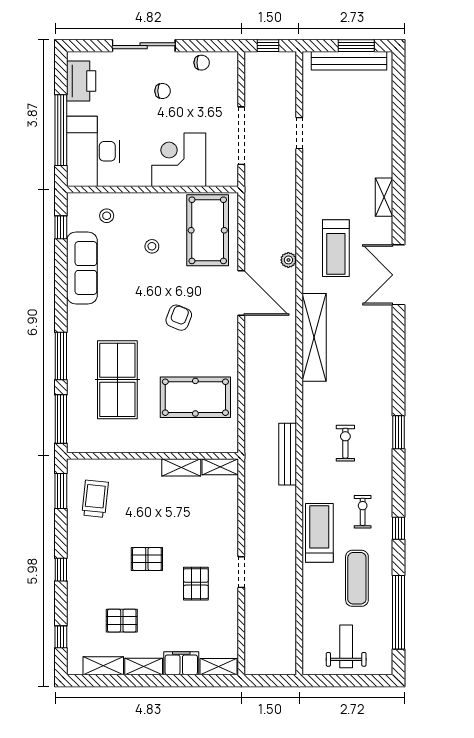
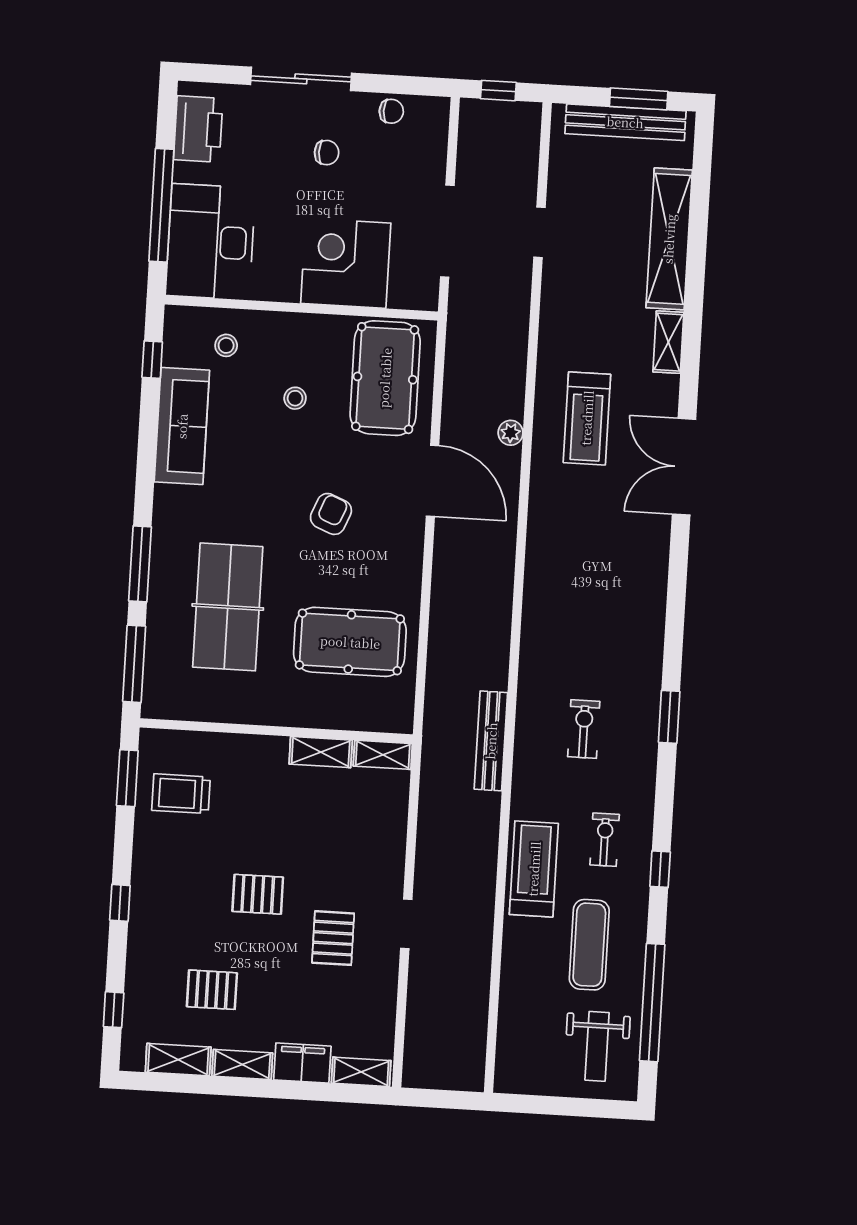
shelving: (314, 337) -> (669, 239), moved
trolley: (95, 499) -> (181, 794), turned -96
weight bench: (346, 646) -> (597, 1046), moved, turned 180

